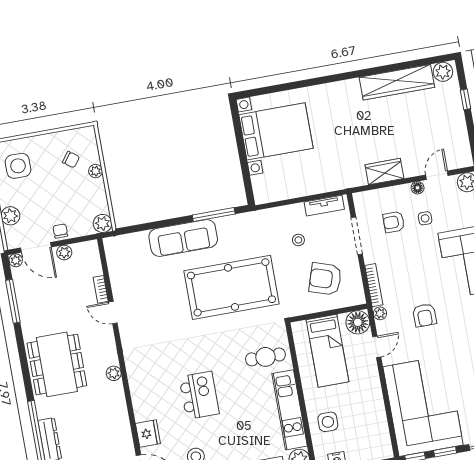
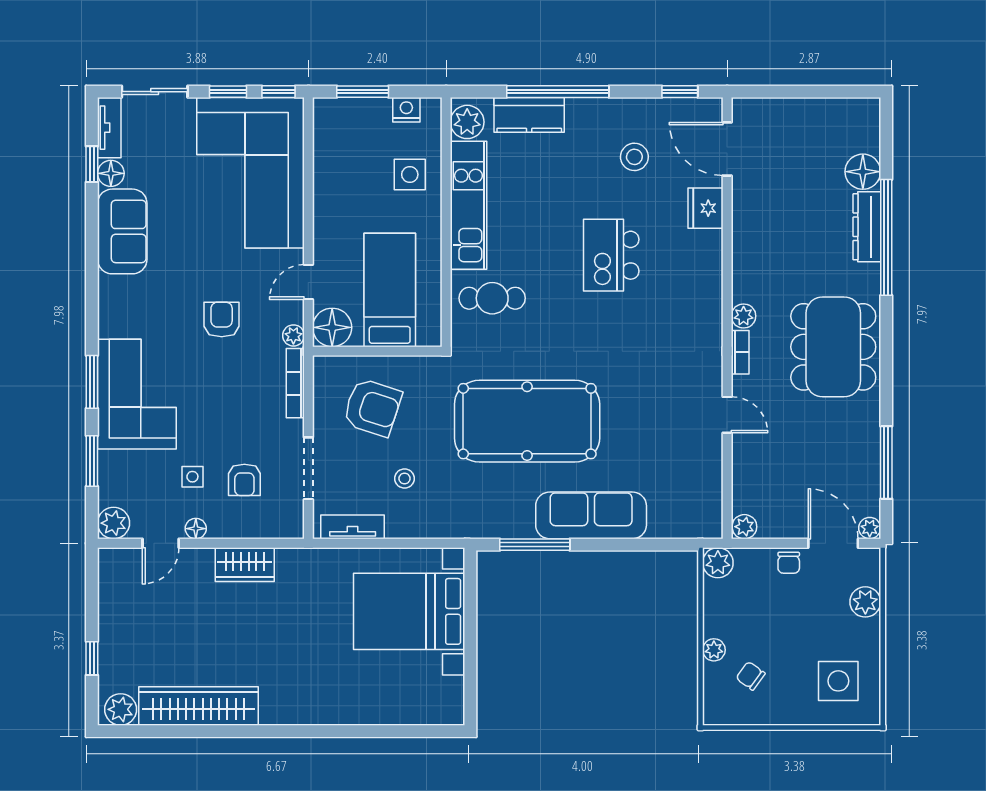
bed with nightstands: (276, 131) -> (409, 611), moved
armchair: (394, 222) -> (244, 480), turned 90
plant: (64, 252) -> (744, 527), moved
bookcase: (101, 289) -> (740, 352), moved

